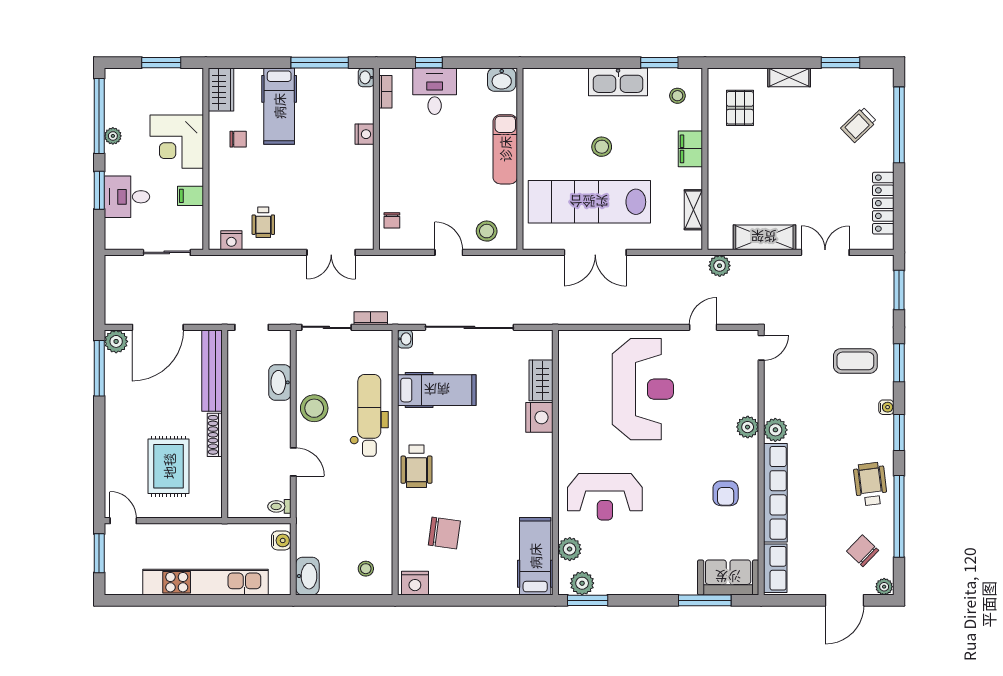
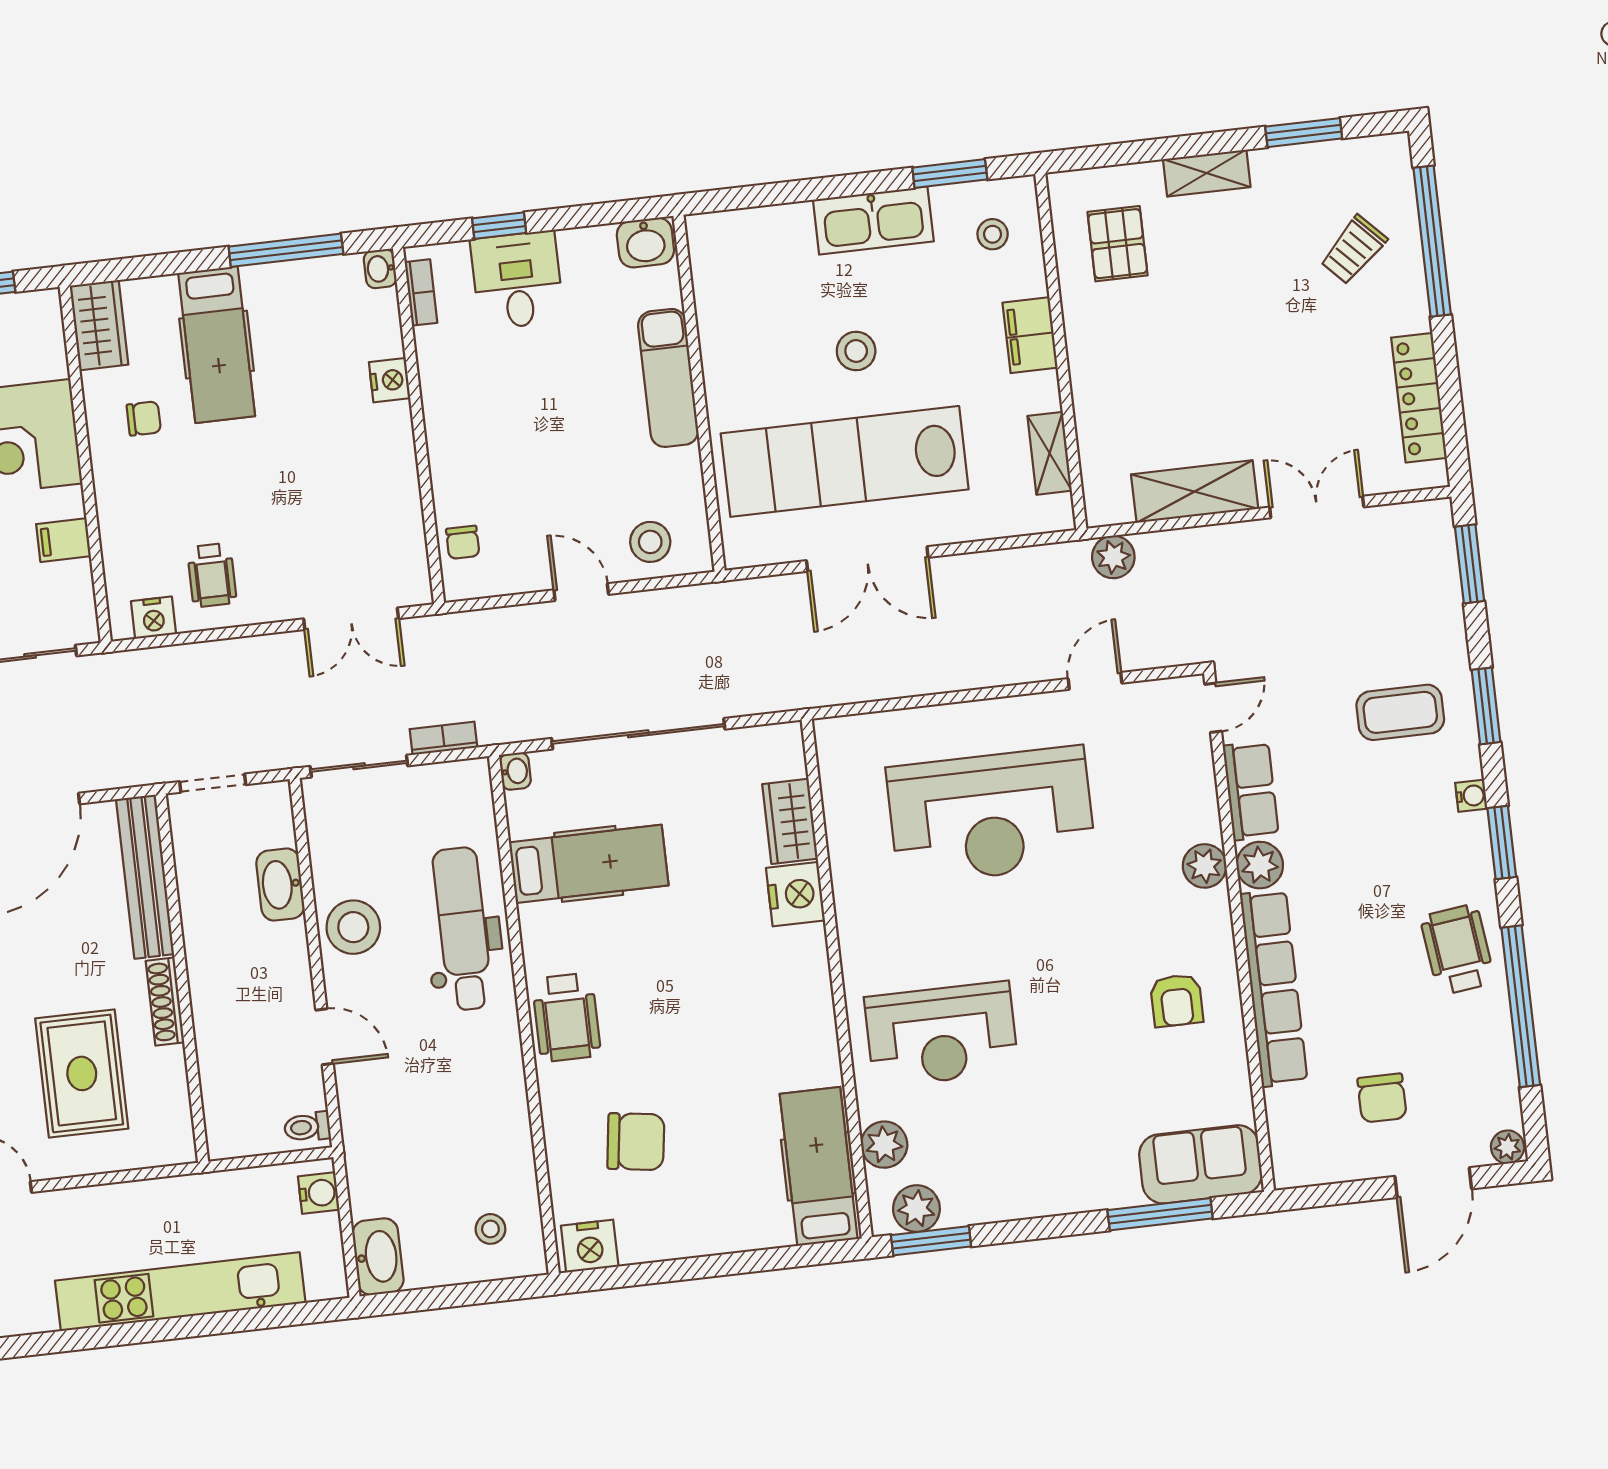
reception desk: (643, 389) -> (991, 815), turned 90
chair: (863, 551) -> (1382, 1098), moved, turned -134
row of seats: (775, 568) -> (1251, 791), moved

